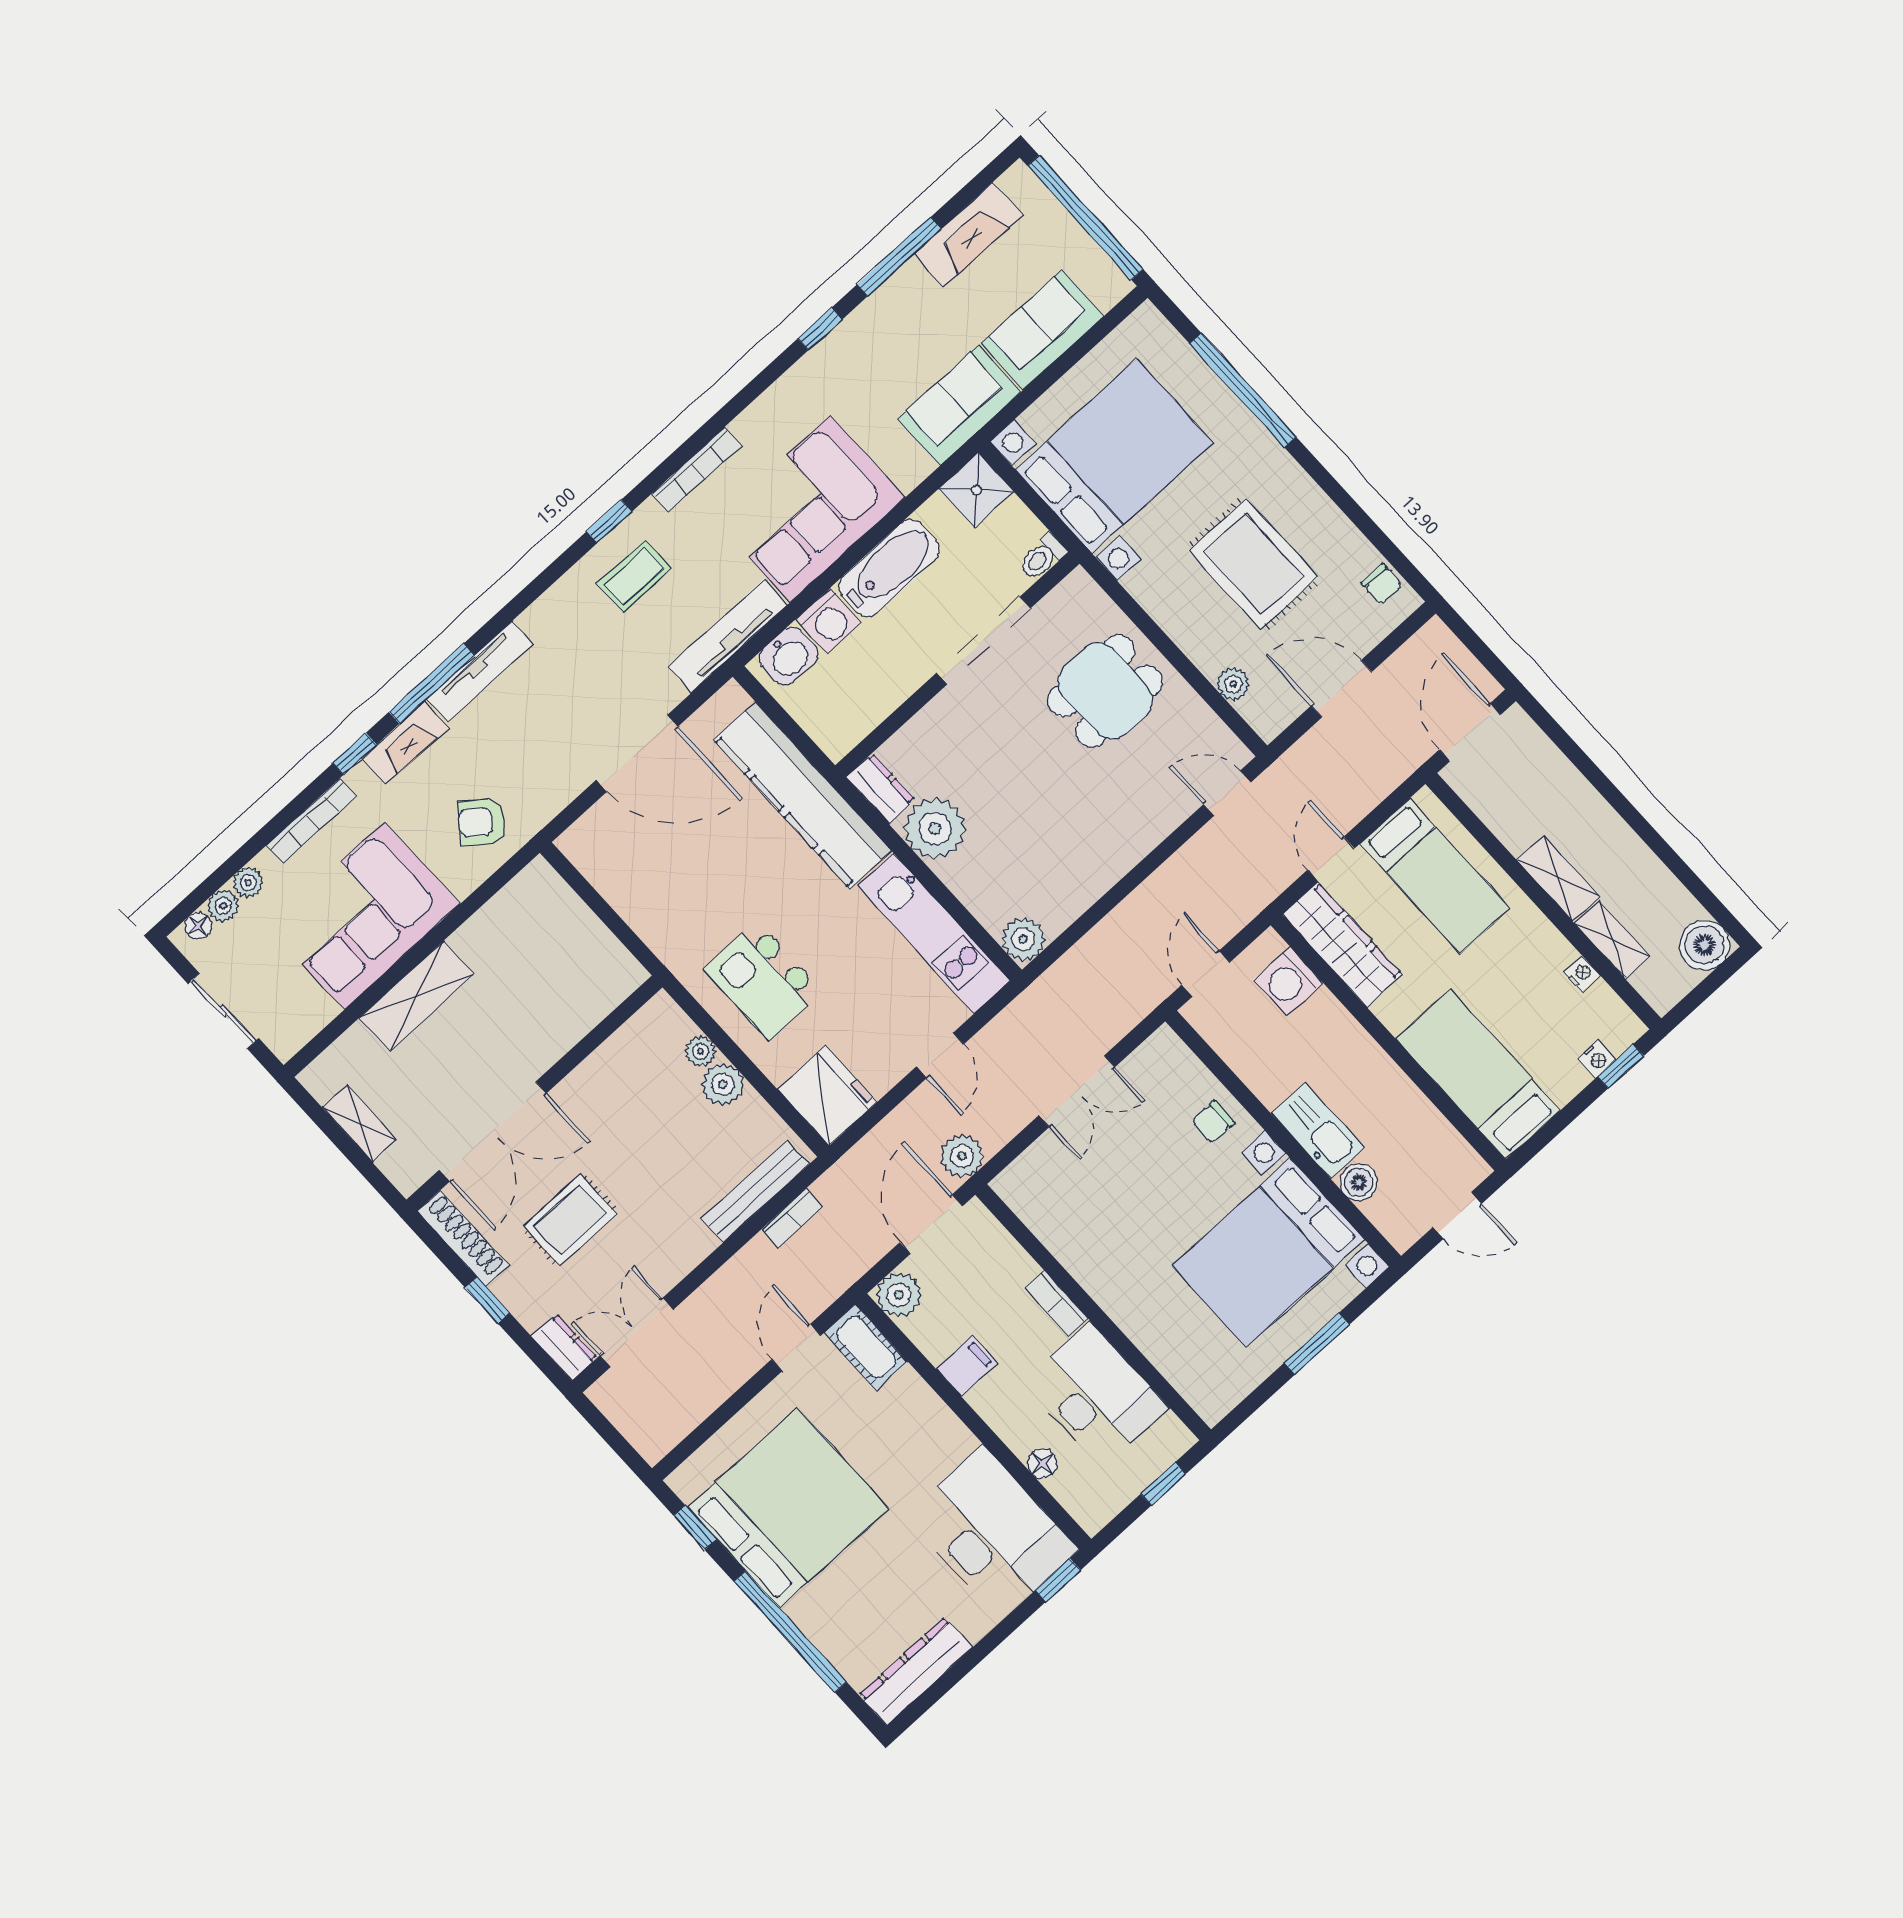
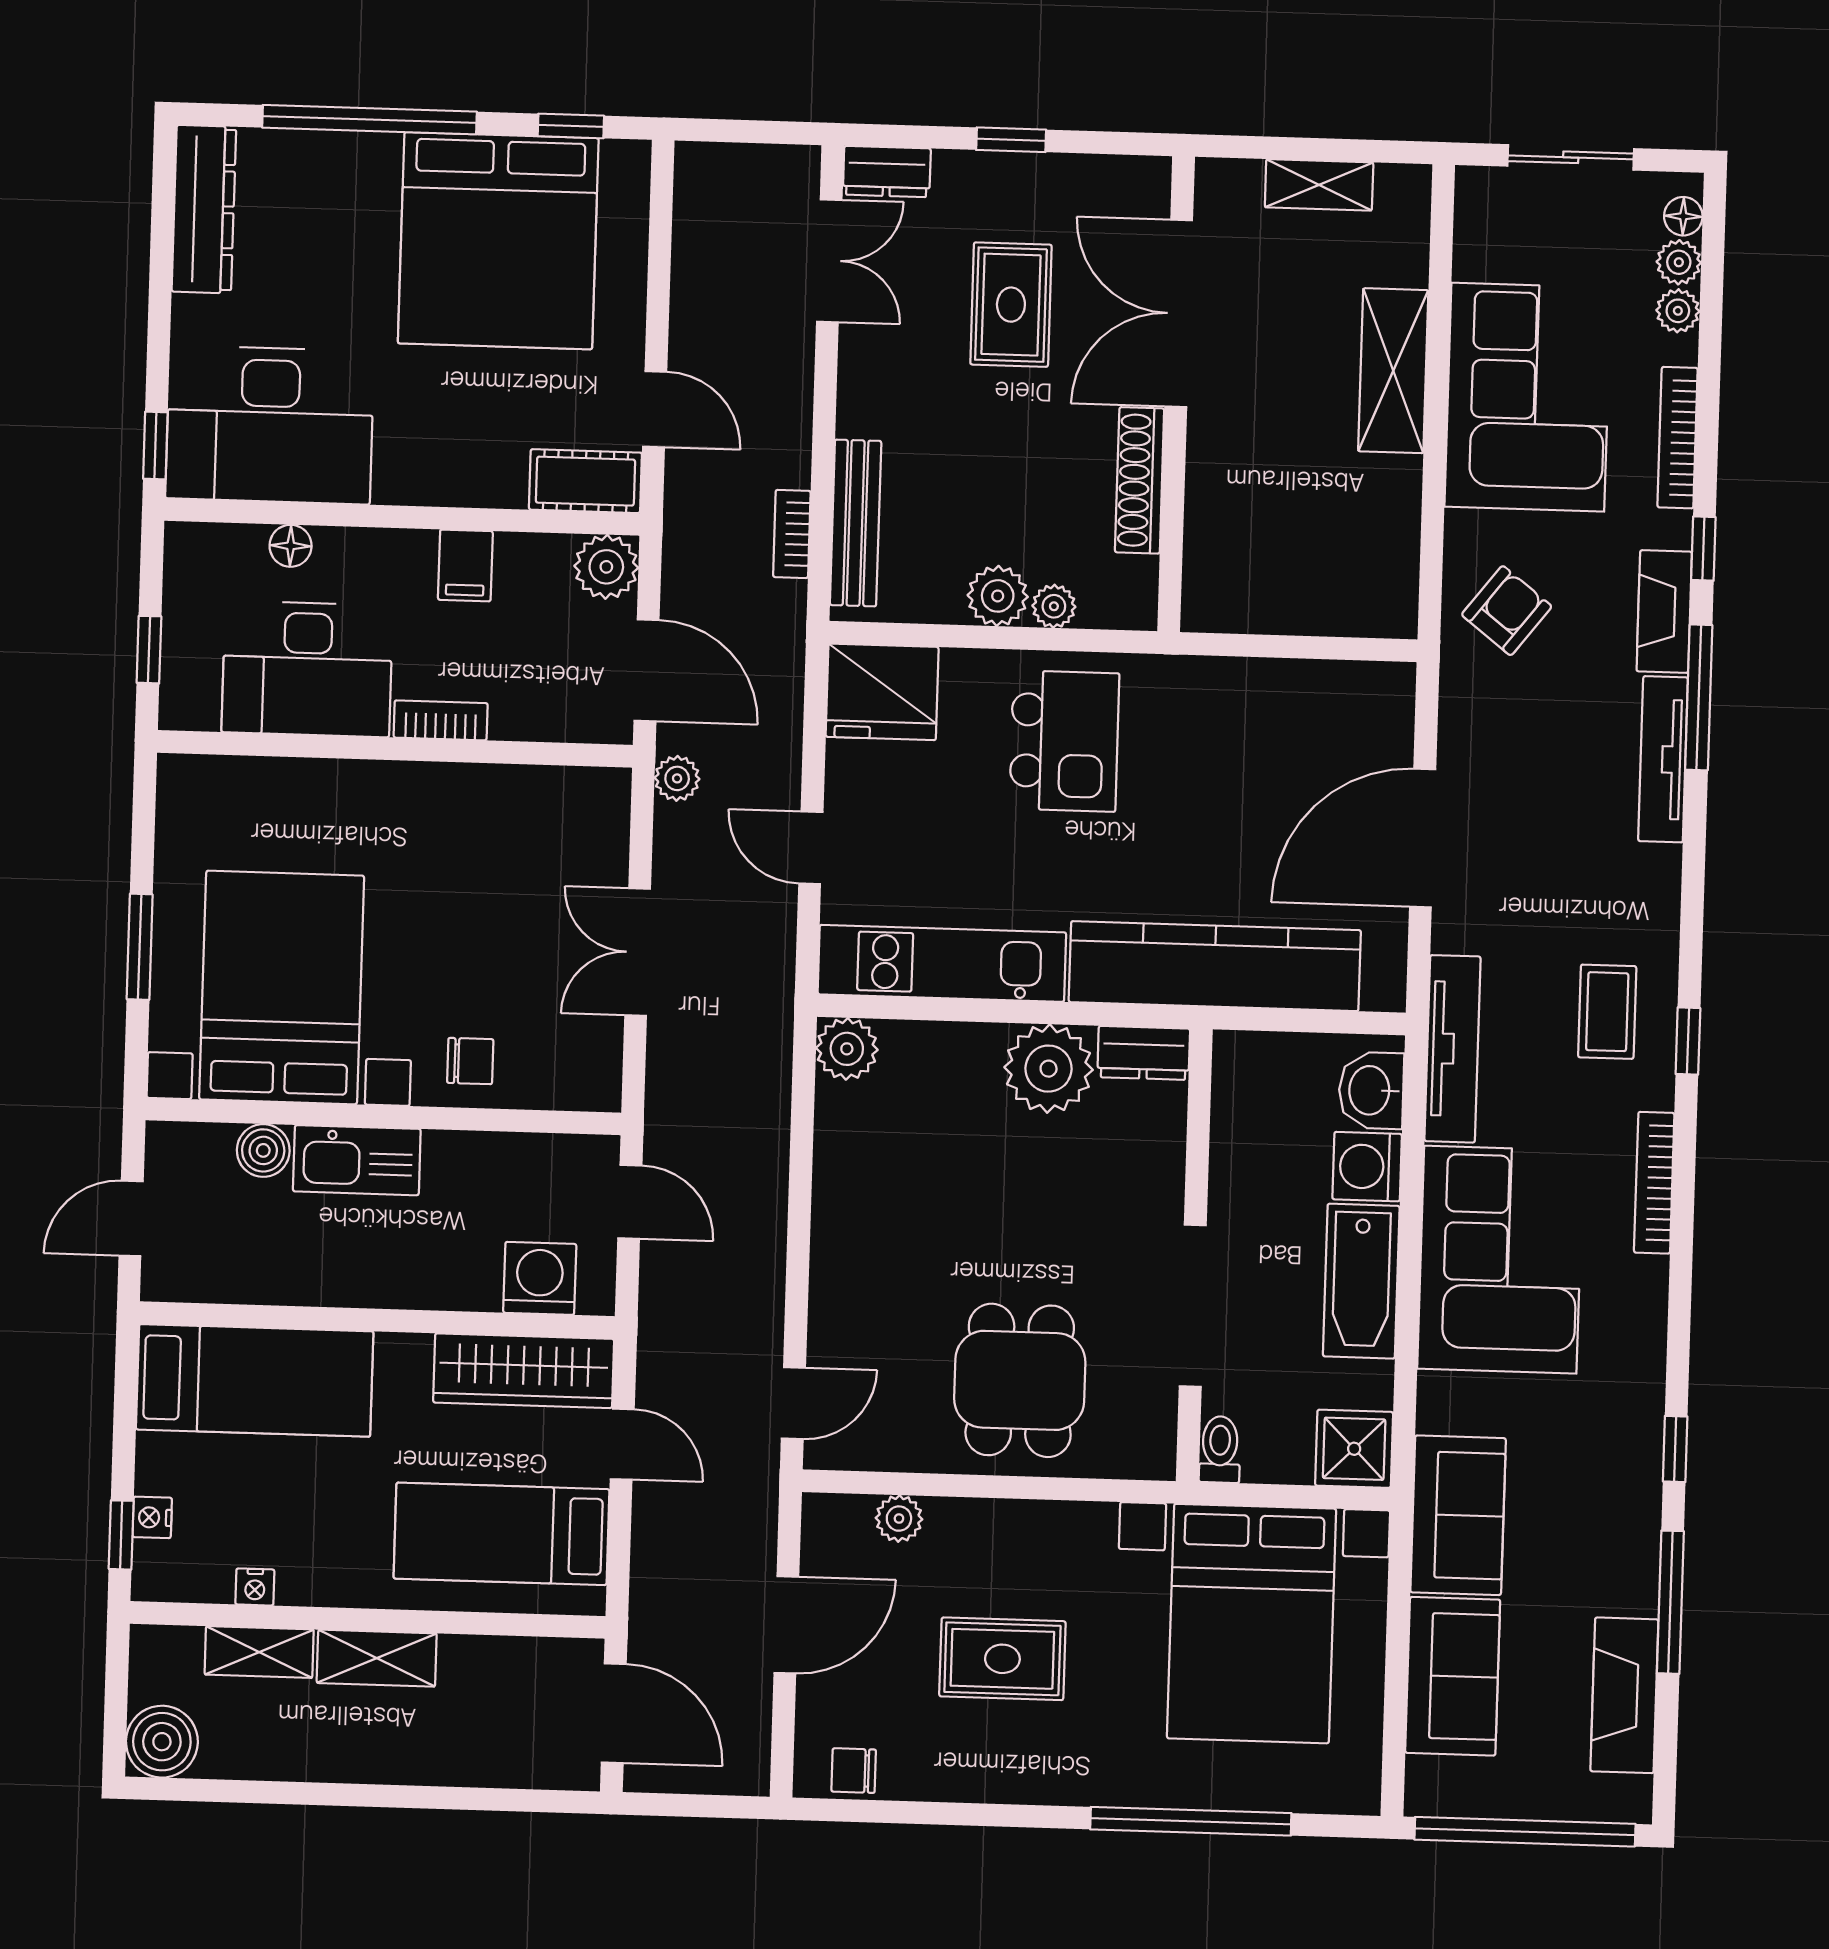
rug: (1253, 564) -> (1002, 1659), width x0.73, depth x0.70
kitchen island: (763, 980) -> (1064, 741), turned 90
chair: (1213, 1122) -> (470, 1061), turned 90
plant: (962, 1156) -> (677, 778), width x0.73, depth x0.73
shoe rack: (463, 1238) -> (1140, 480), moved, turned 90

